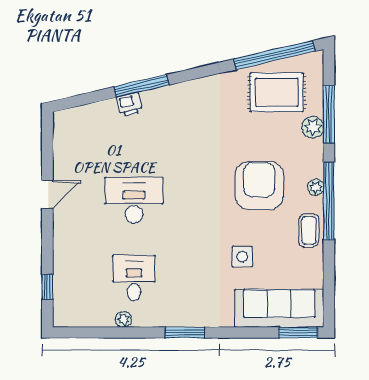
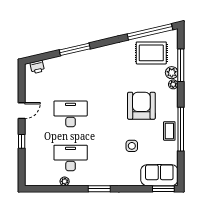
printer: (129, 104) -> (37, 67), moved
plant: (316, 187) -> (173, 84), moved
window: (329, 201) -> (181, 129), moved
desk: (134, 278) -> (71, 158), width x1.37
window: (47, 287) -> (22, 141), moved
sofa: (279, 308) -> (159, 175), width x0.73

